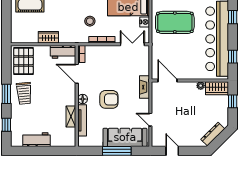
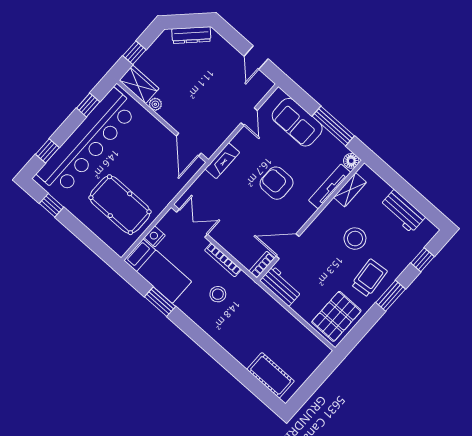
wardrobe: (48, 37) -> (283, 318), removed
double door: (132, 44) -> (192, 223), swing flipped
door: (77, 74) -> (288, 246), swing flipped
floor lamp: (83, 99) -> (351, 161), moved
stool: (48, 106) -> (355, 239), added
shelving: (71, 116) -> (350, 190), moved
sofa: (125, 137) -> (297, 122), width x0.73
window: (117, 151) -> (333, 126), moved

